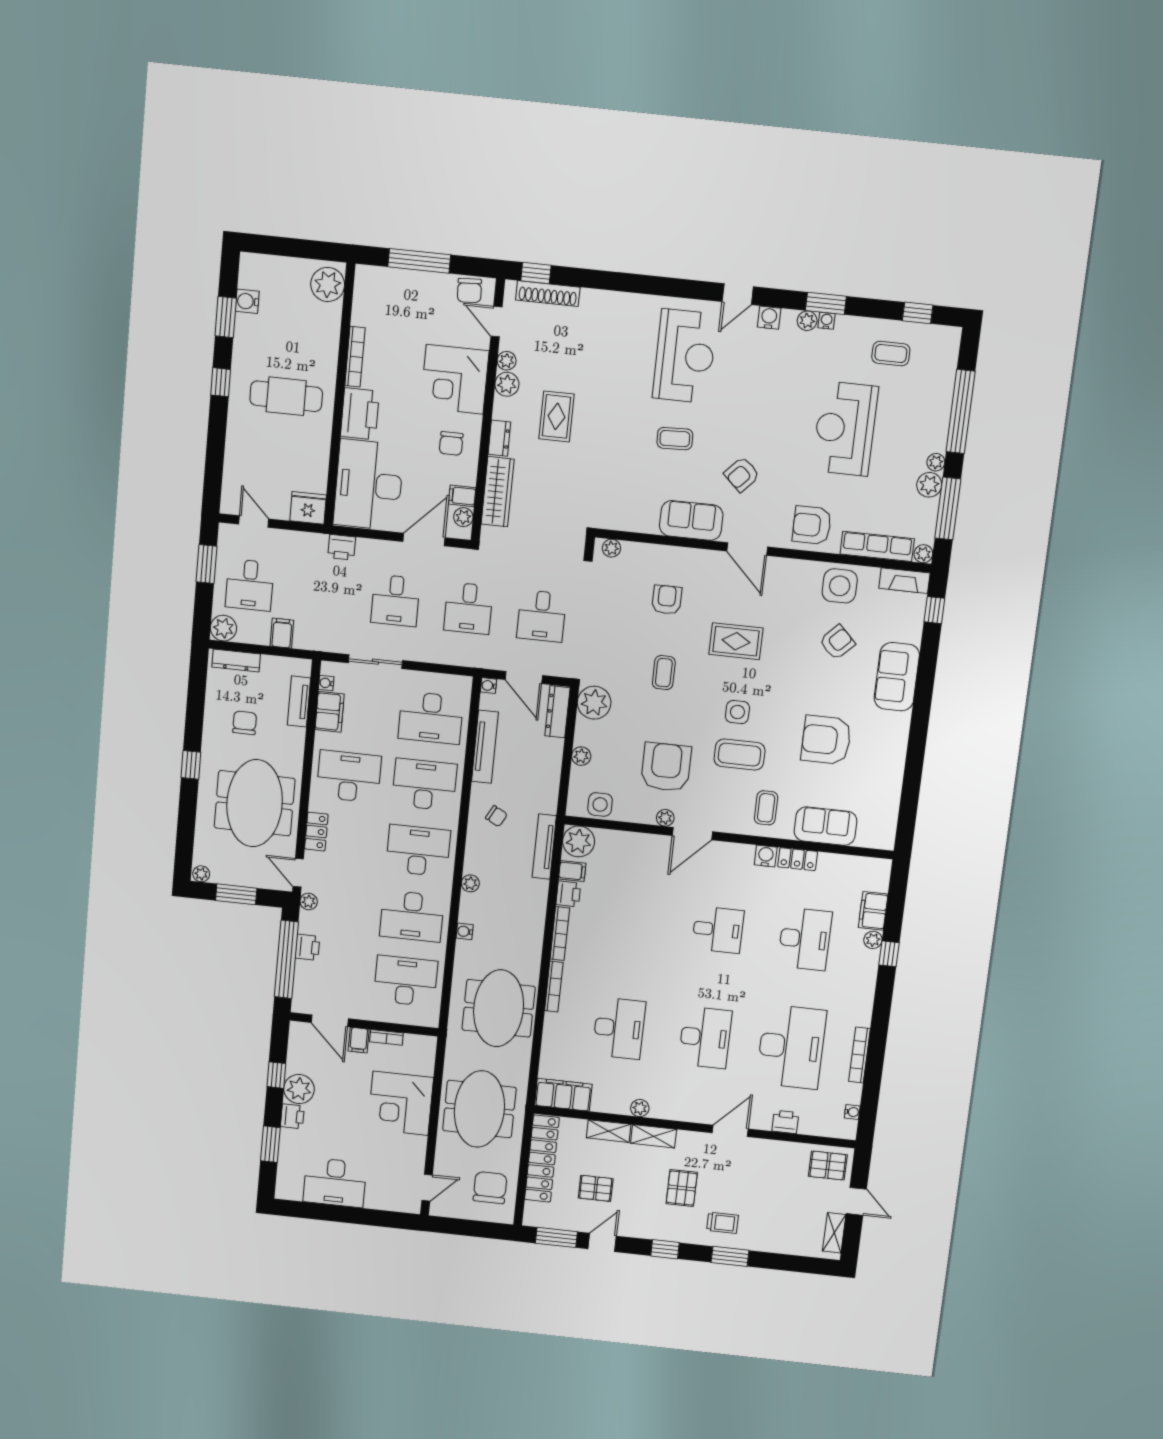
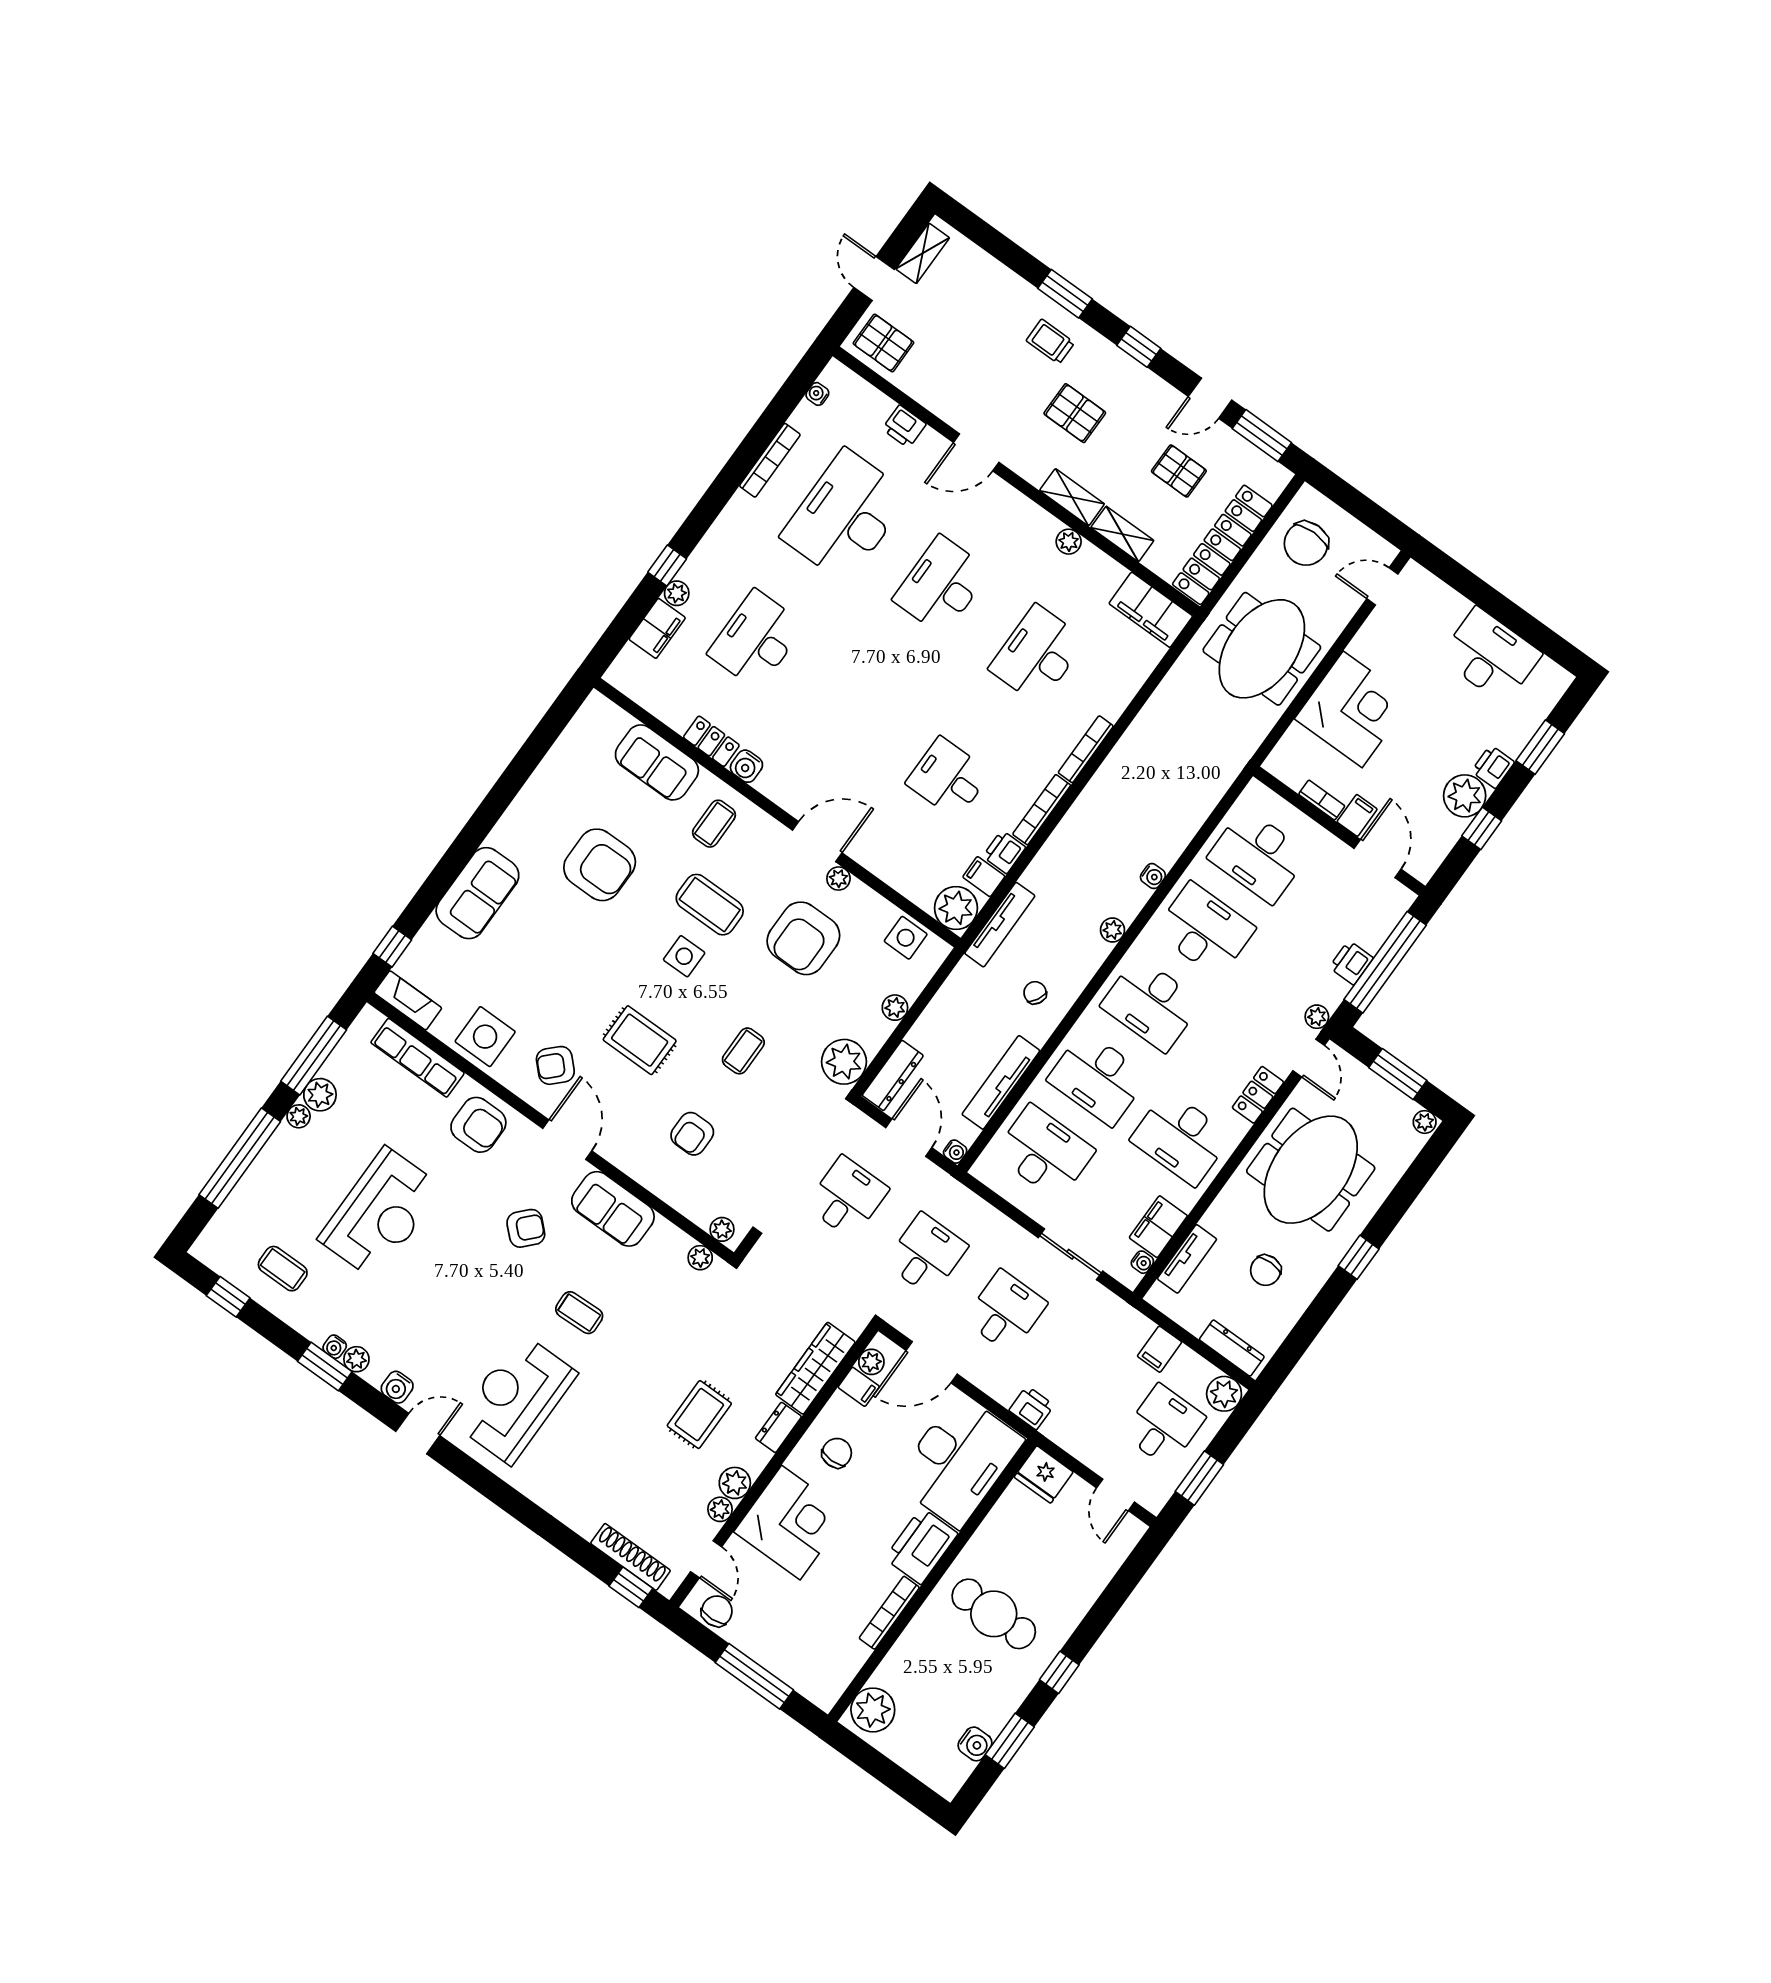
plant: (923, 554) -> (700, 1258), moved
armchair: (837, 642) -> (555, 1065), moved
desk: (718, 930) -> (948, 778), moved
meeting table: (499, 1008) -> (1167, 760), removed
pallet: (682, 1188) -> (1075, 413), turned 90

